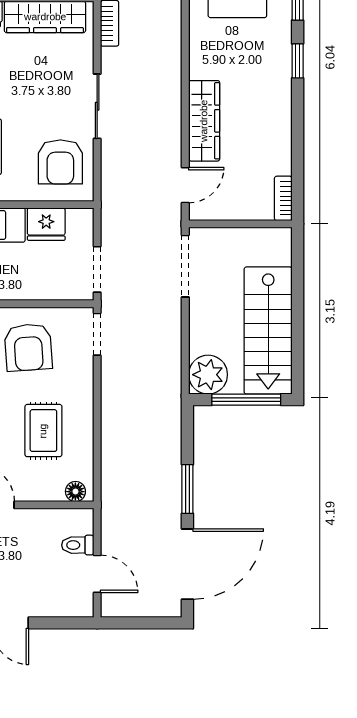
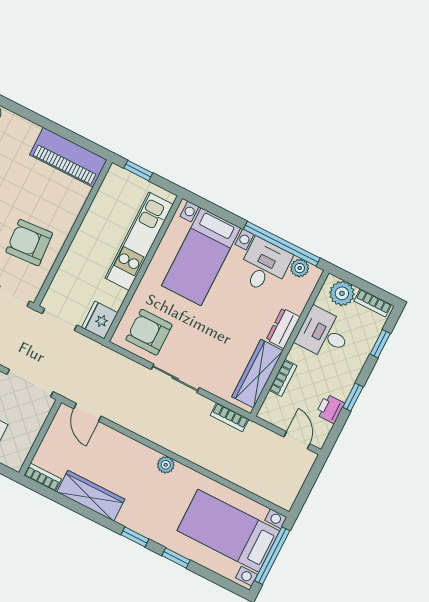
plant: (199, 68) -> (166, 465), added
wardrobe: (204, 121) -> (91, 496), moved, turned 180
fridge: (46, 224) -> (100, 320), moved

